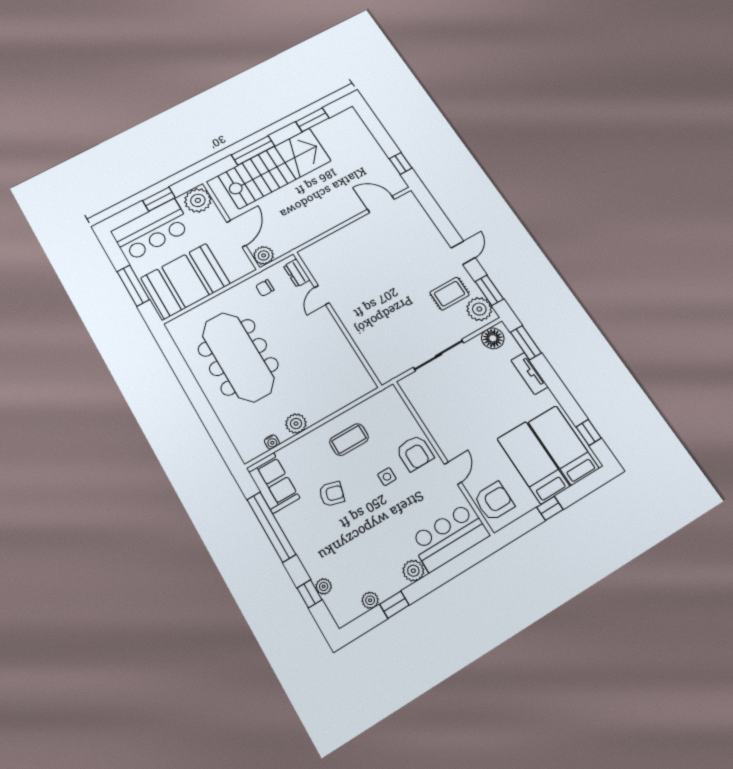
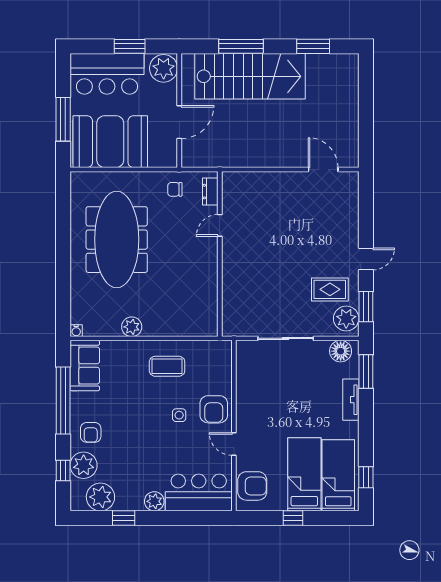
window: (401, 163) -> (366, 139), removed
plant: (264, 255) -> (191, 158), removed
water cooler: (272, 442) -> (76, 331), moved
door: (453, 473) -> (234, 444), swing flipped
armchair: (332, 494) -> (91, 432), moved, turned 74
plant: (324, 586) -> (84, 465), width x1.88, depth x1.88
plant: (370, 600) -> (100, 497), width x1.87, depth x1.87

